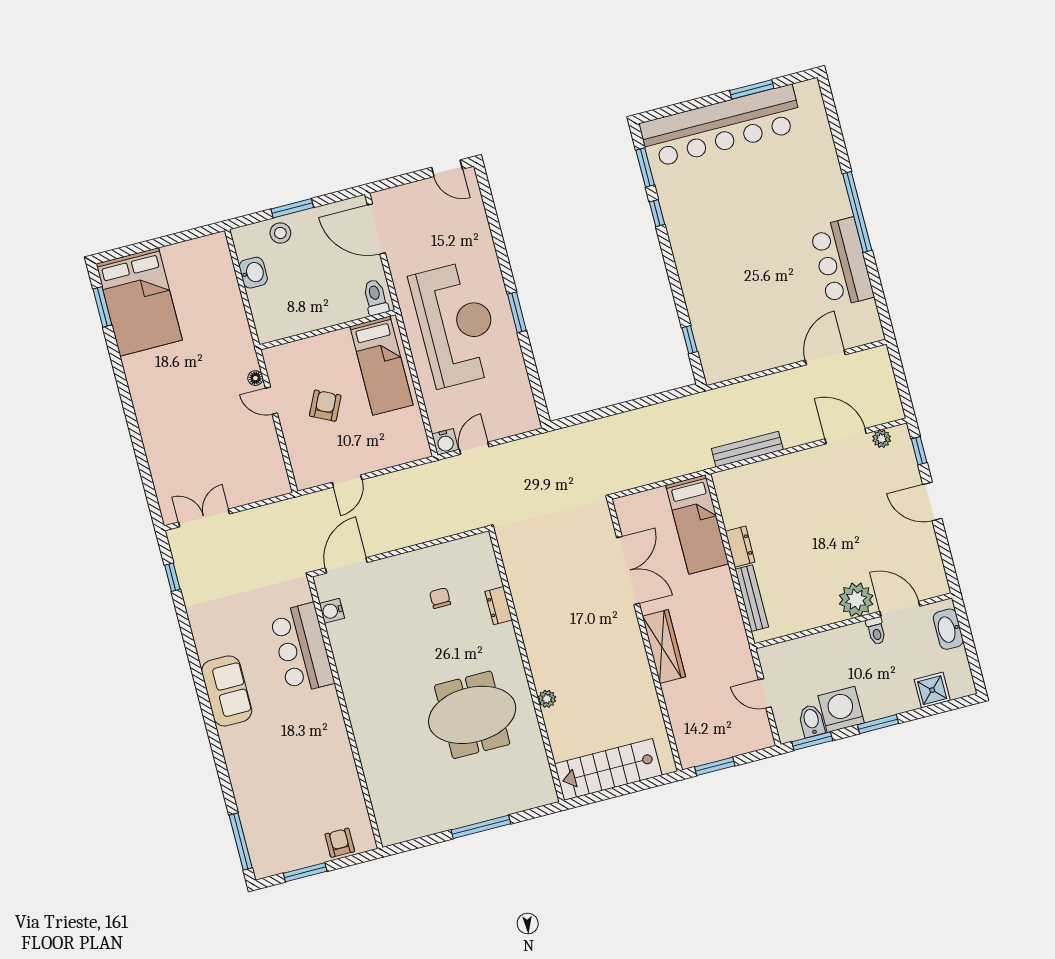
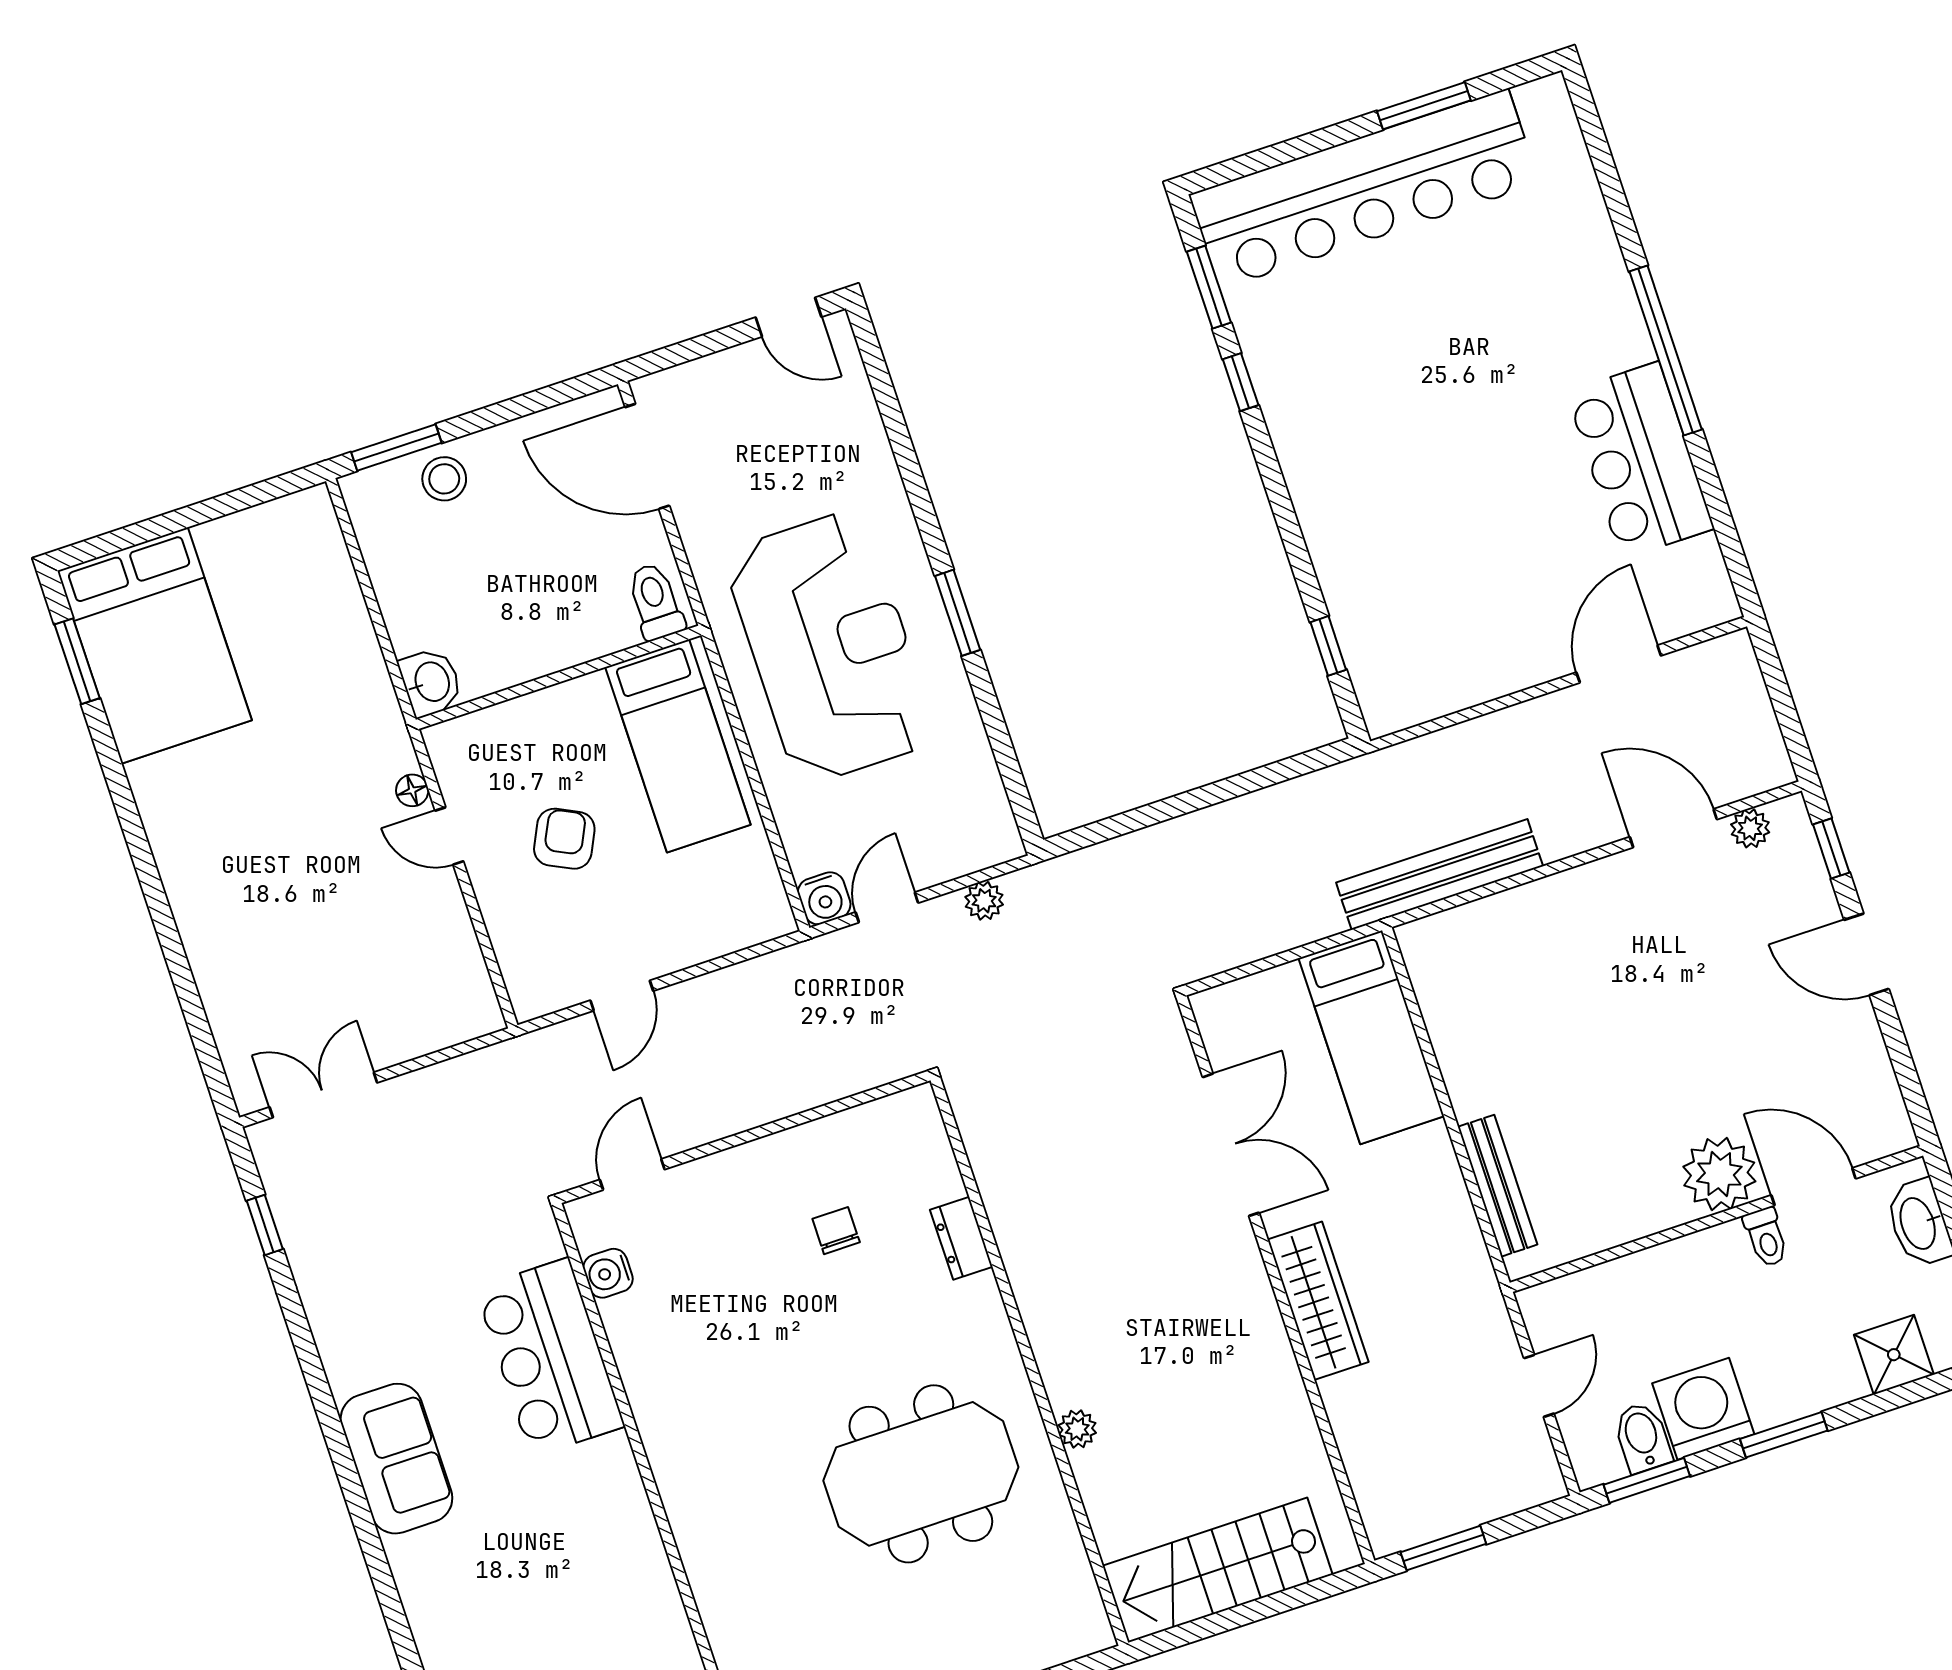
window: (292, 208) -> (396, 448), moved
washbasin: (253, 273) -> (431, 682), moved
plant: (520, 448) -> (984, 901), added
bench: (747, 449) -> (1440, 874), width x1.37, depth x1.21
dresser: (740, 547) -> (1465, 1078), removed
door: (346, 565) -> (632, 1175), width x0.73
door: (765, 693) -> (1539, 1386), swing flipped

